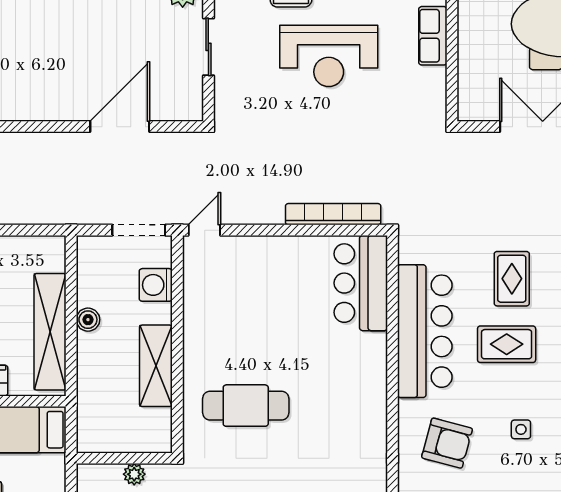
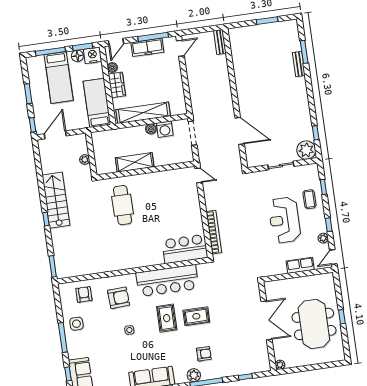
doorway: (139, 230) -> (192, 133), moved
washing machine: (156, 285) -> (165, 129), moved, turned 180
armchair: (447, 443) -> (119, 298), turned -108

